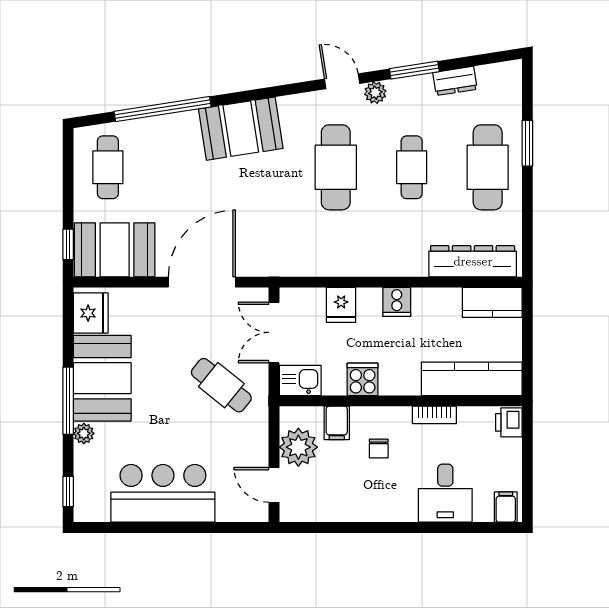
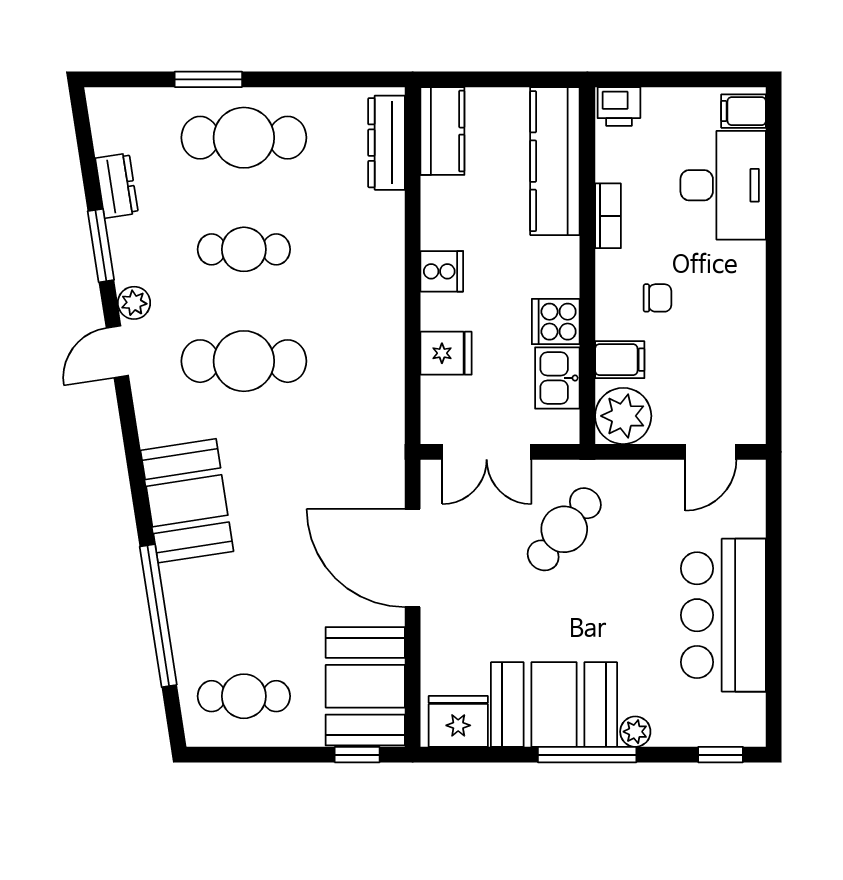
dresser: (473, 261) -> (386, 143), width x0.73, depth x0.80
kitchen sink: (300, 380) -> (557, 378), moved
plant: (298, 447) -> (623, 416), moved
desk: (445, 493) -> (723, 185), width x1.37

